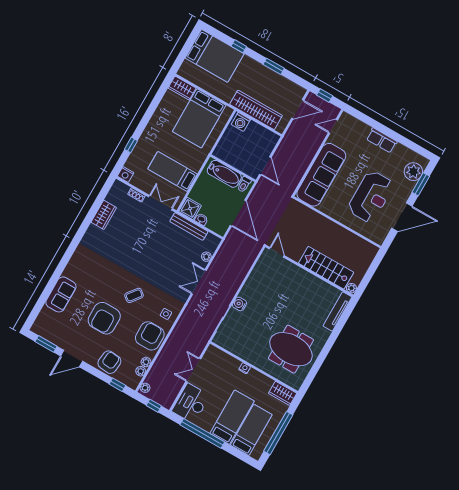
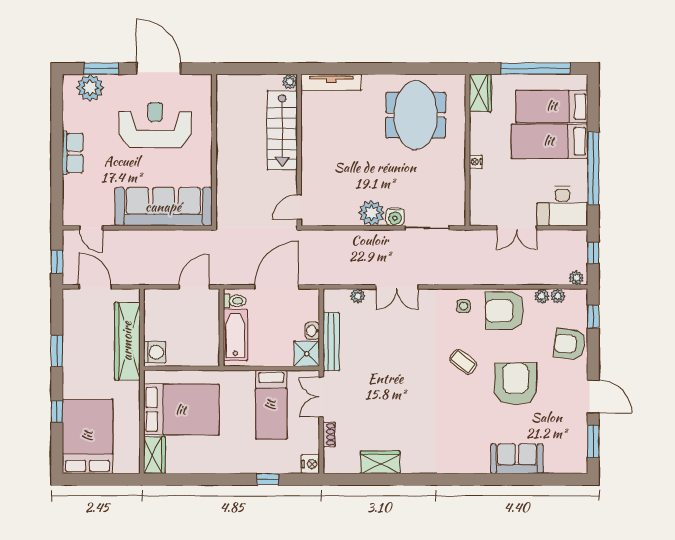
plant: (249, 292) -> (372, 213), added
armchair: (104, 318) -> (516, 384), turned -90

